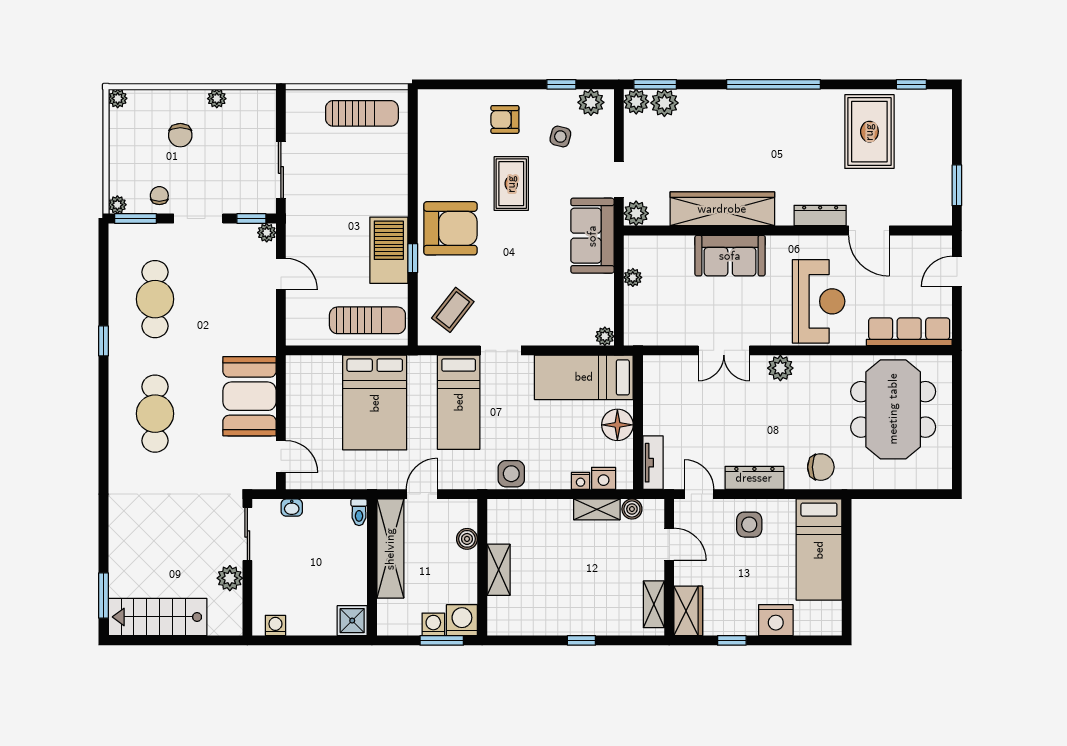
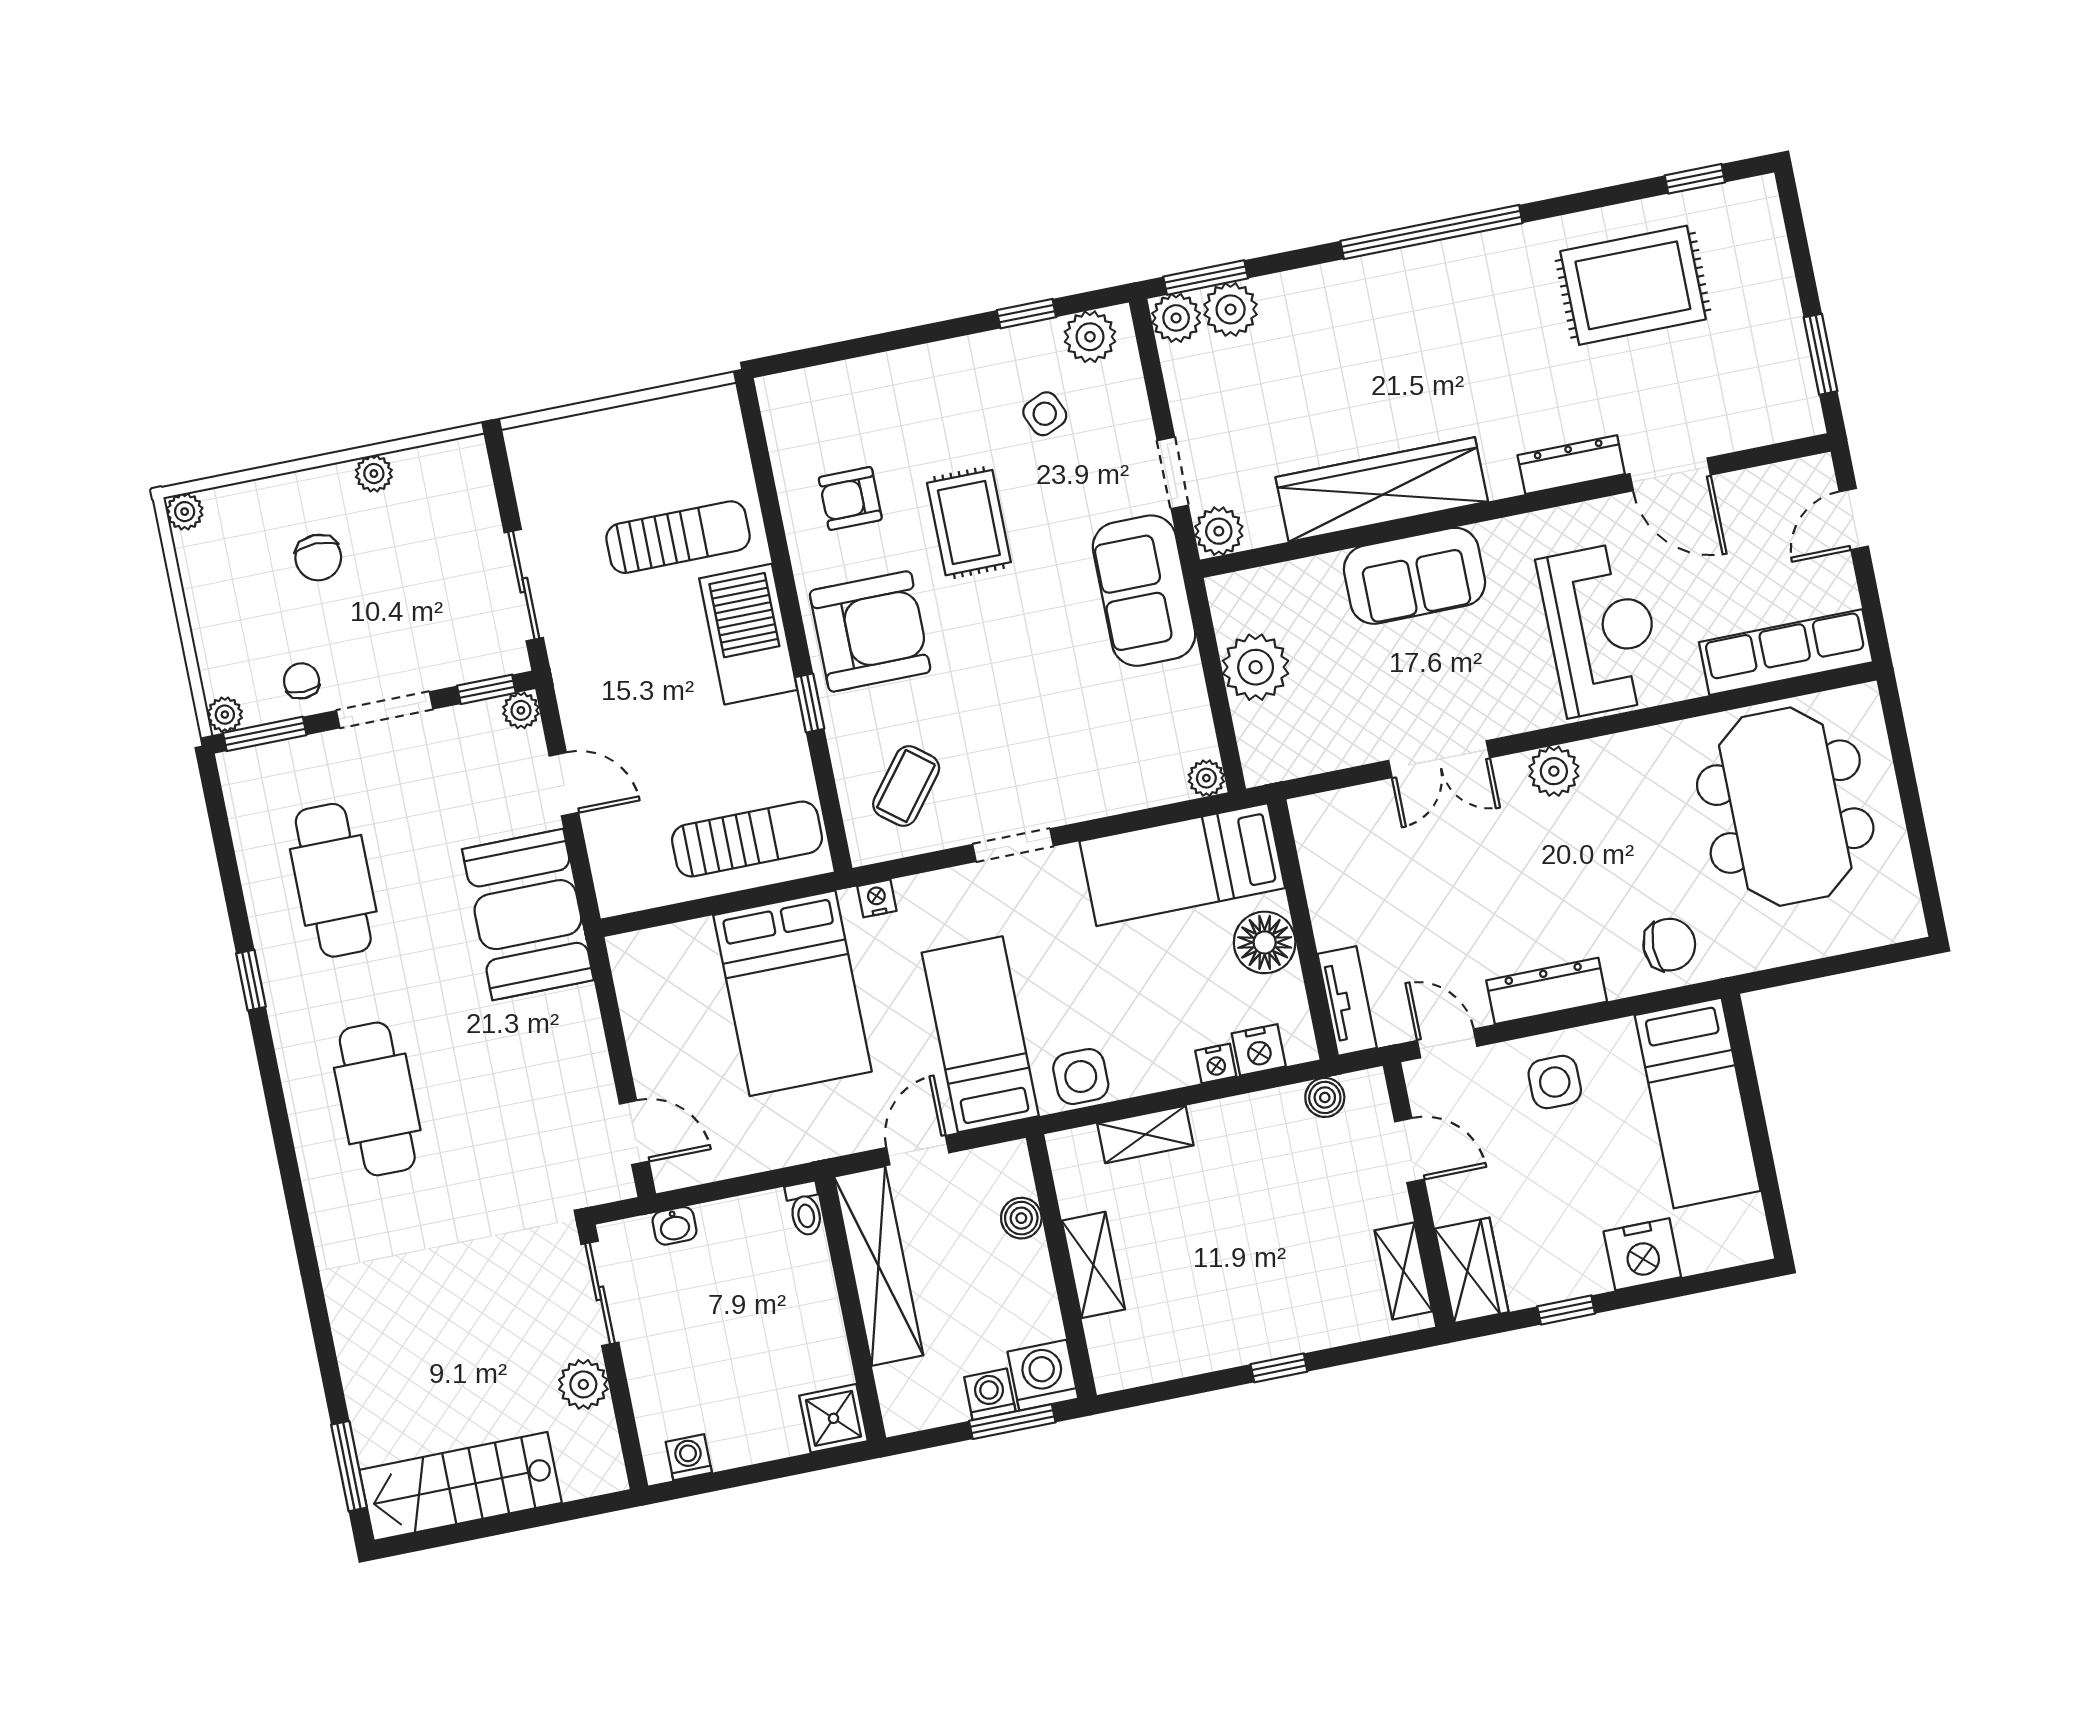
sun lounger: (362, 113) -> (678, 537), moved
armchair: (505, 119) -> (850, 499), moved
rug: (869, 132) -> (1633, 285), turned 90
side table: (560, 137) -> (1045, 414), turned -38
barbecue: (389, 250) -> (748, 634), moved
plant: (633, 277) -> (1256, 667), width x1.88, depth x1.88
nightstand: (427, 363) -> (877, 898), added
booth: (249, 396) -> (528, 915), moved
bed: (459, 402) -> (980, 1034), moved, turned 180
shelving: (597, 509) -> (1145, 1134), moved

